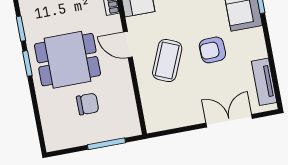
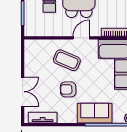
armchair: (212, 50) -> (68, 89), turned -89

